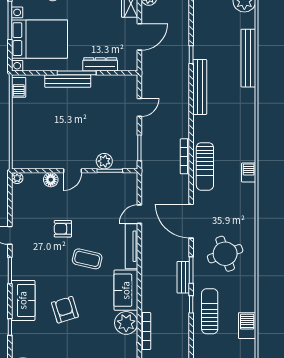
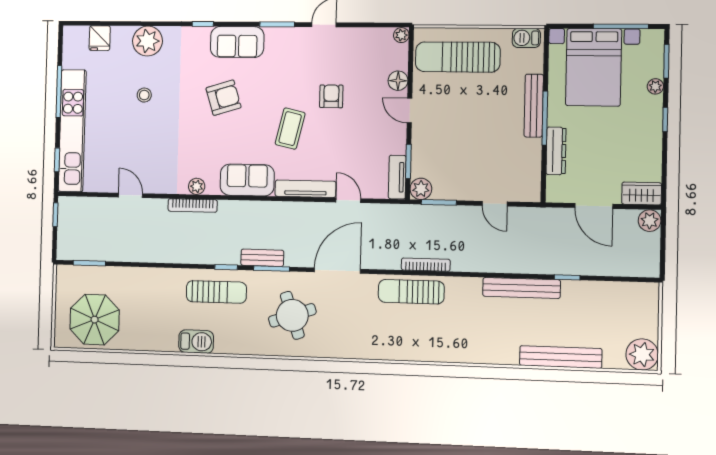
sun lounger: (33, 137) -> (458, 57), added
plant: (104, 161) -> (421, 189), moved
barbecue: (249, 173) -> (401, 351), removed
tv unit: (122, 179) -> (397, 177), added
plant: (126, 323) -> (197, 186), width x0.53, depth x0.53

